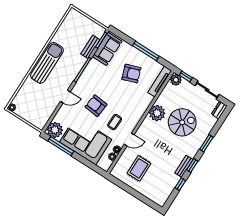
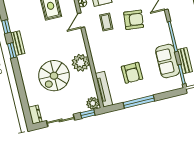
sofa: (107, 49) -> (168, 61), moved
armchair: (131, 74) -> (132, 73), turned -72
window: (206, 143) -> (19, 79), removed

